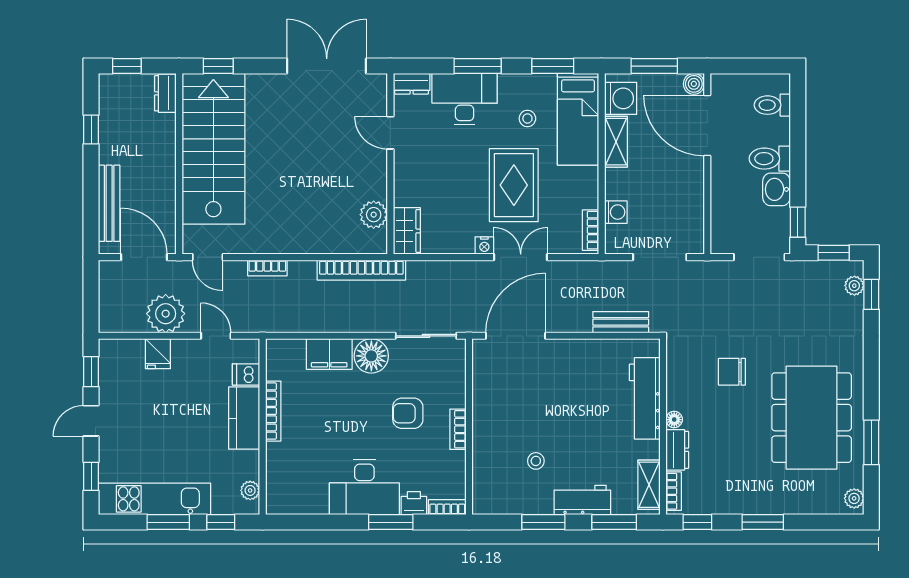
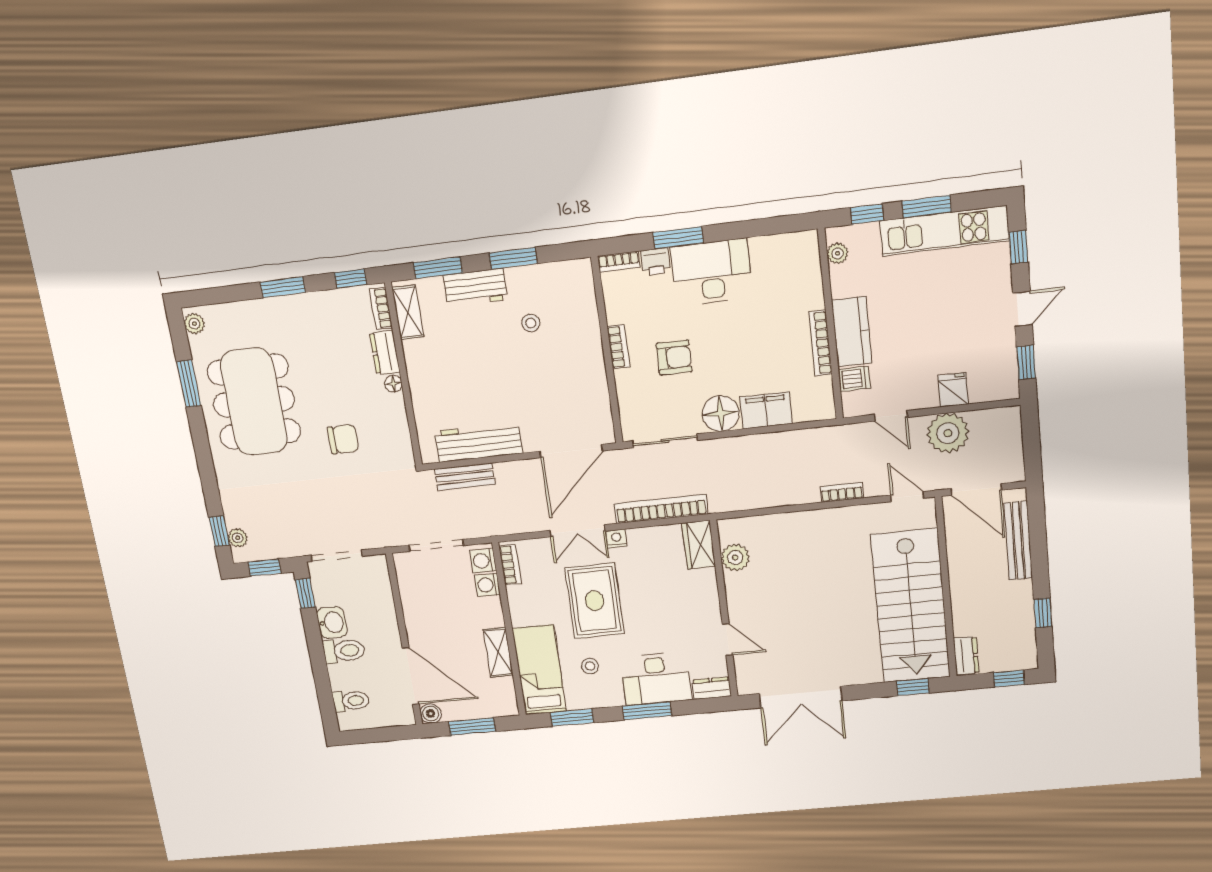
washing machine: (621, 98) -> (483, 561), moved, width x0.73, depth x0.73
bookcase: (361, 270) -> (661, 509), moved
workbench: (645, 398) -> (479, 442), moved, turned -90

